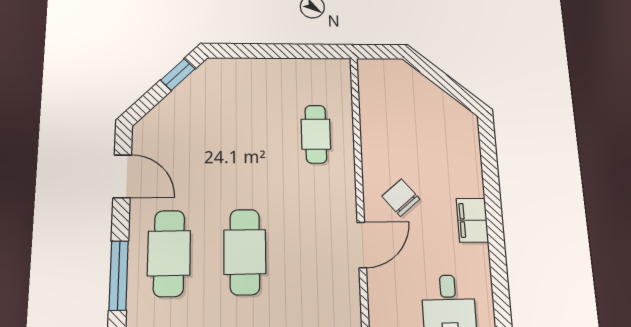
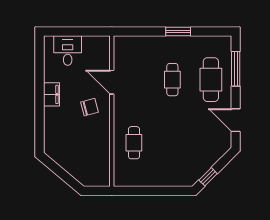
chair: (401, 198) -> (89, 107), turned -65
door: (362, 245) -> (112, 82), hinge flipped
cafe table: (245, 252) -> (172, 80), width x0.73, depth x0.74

